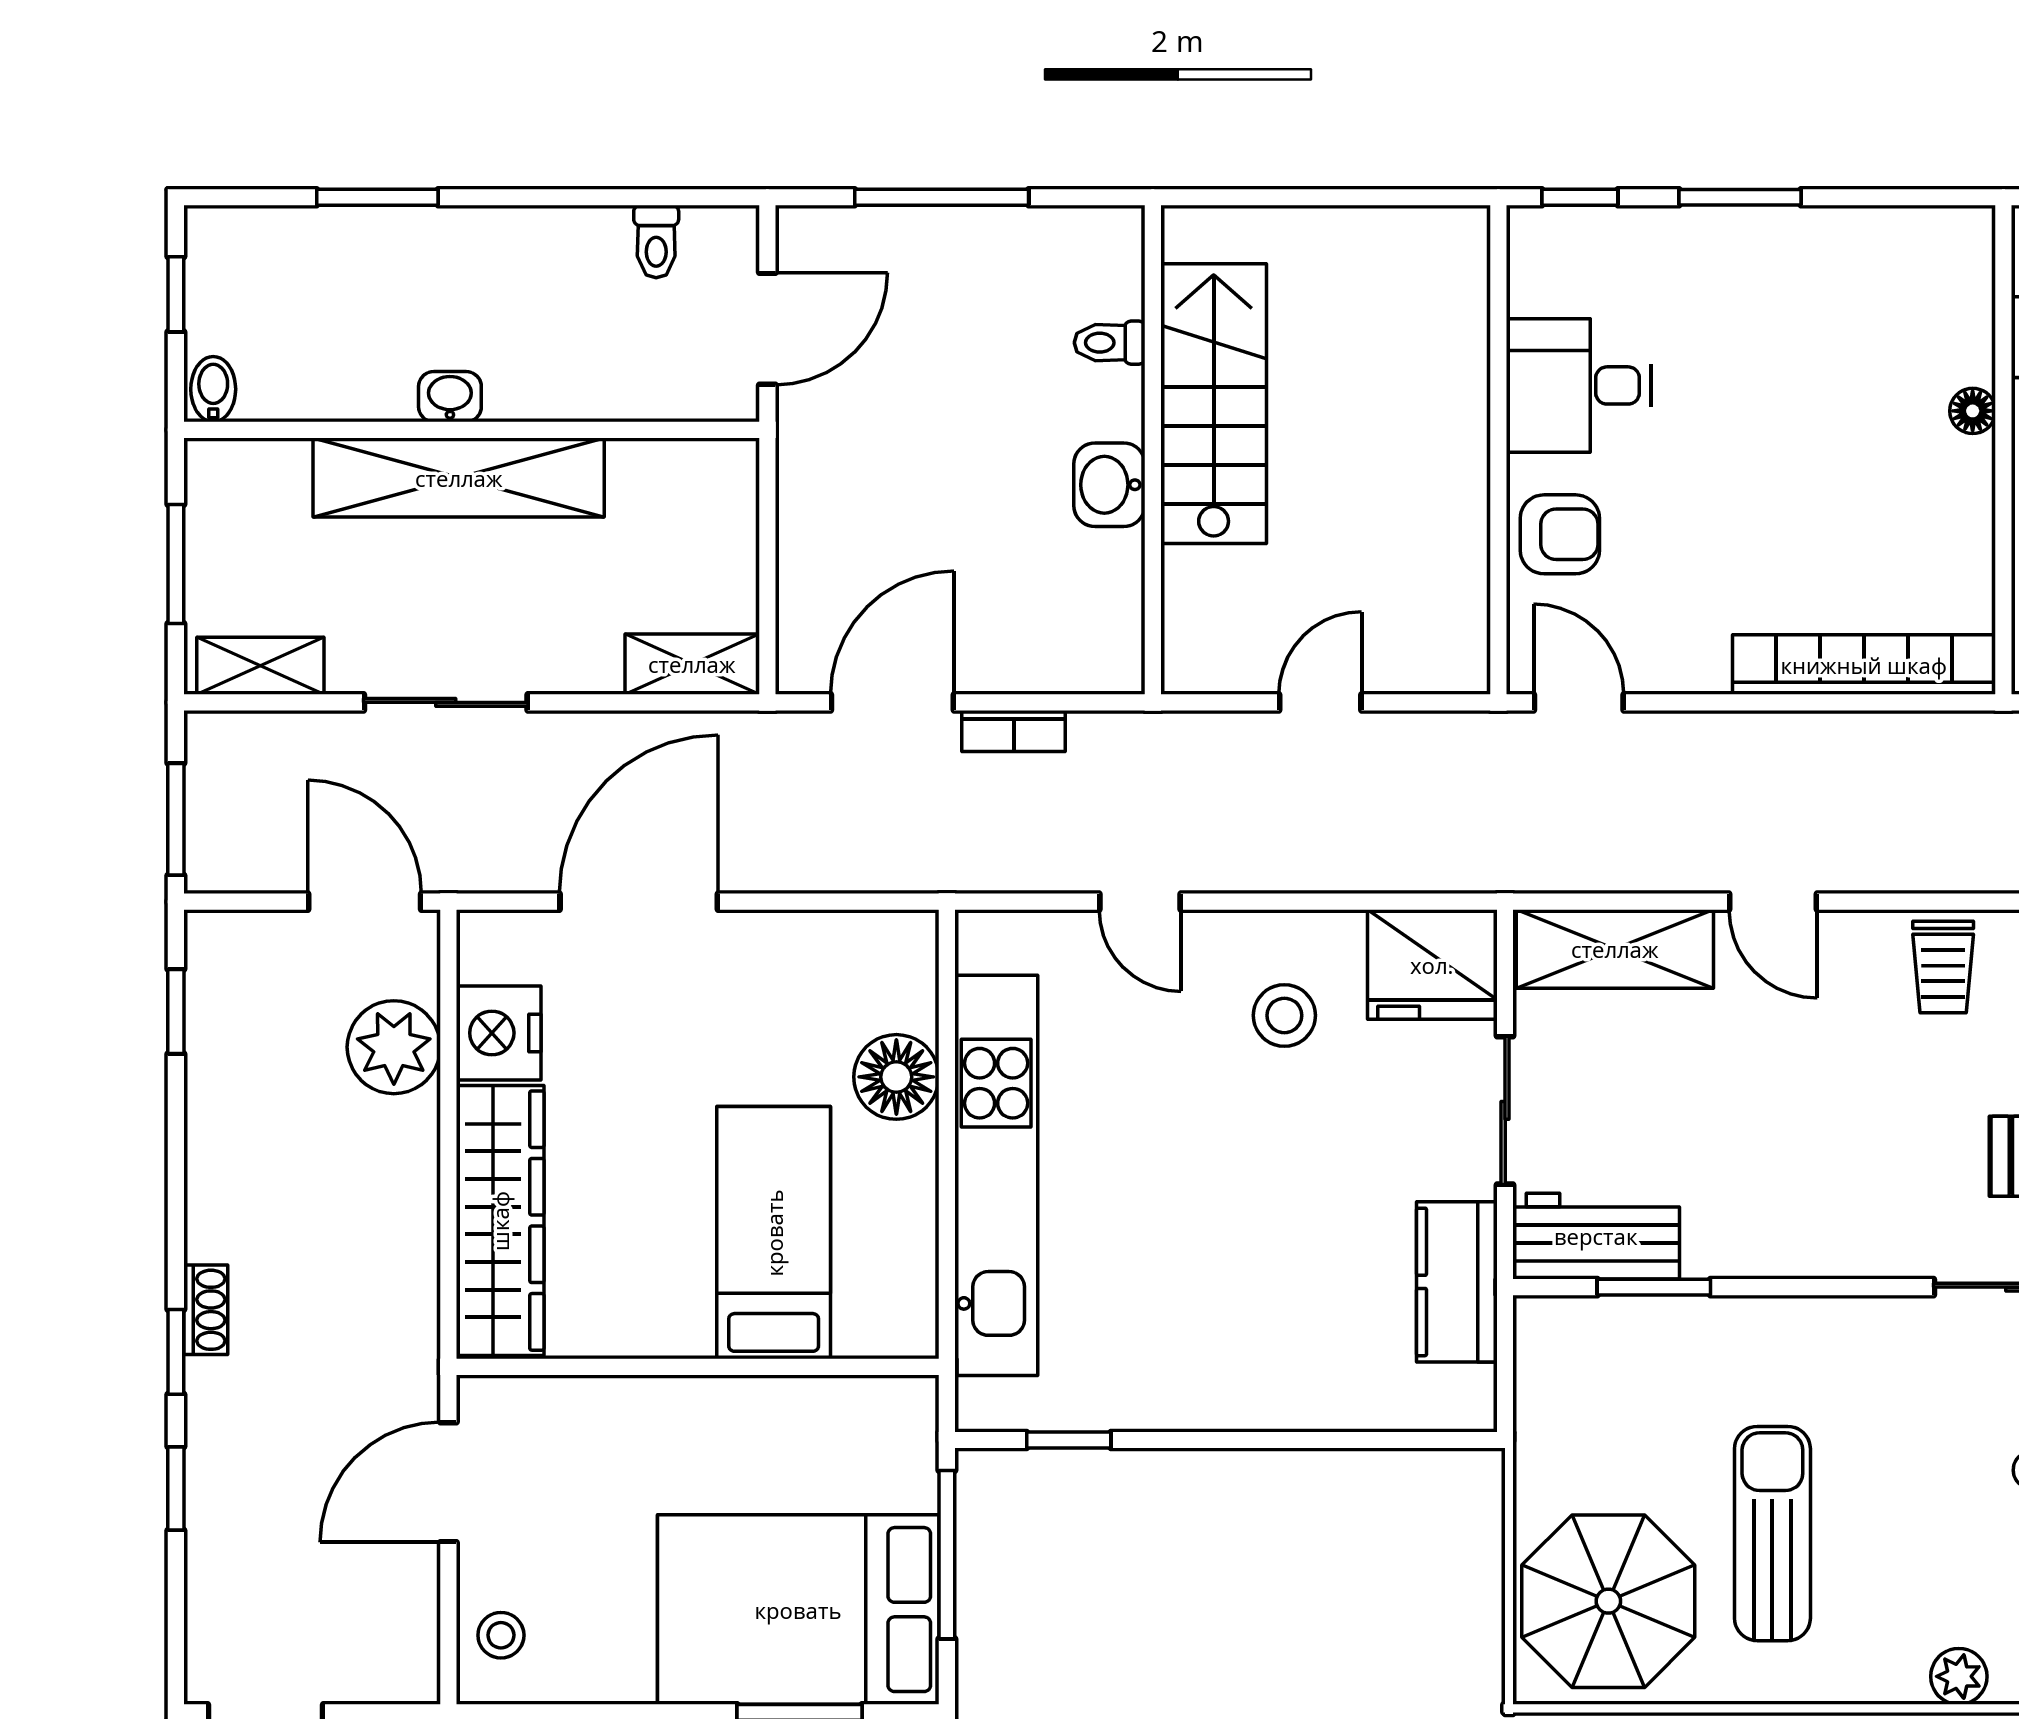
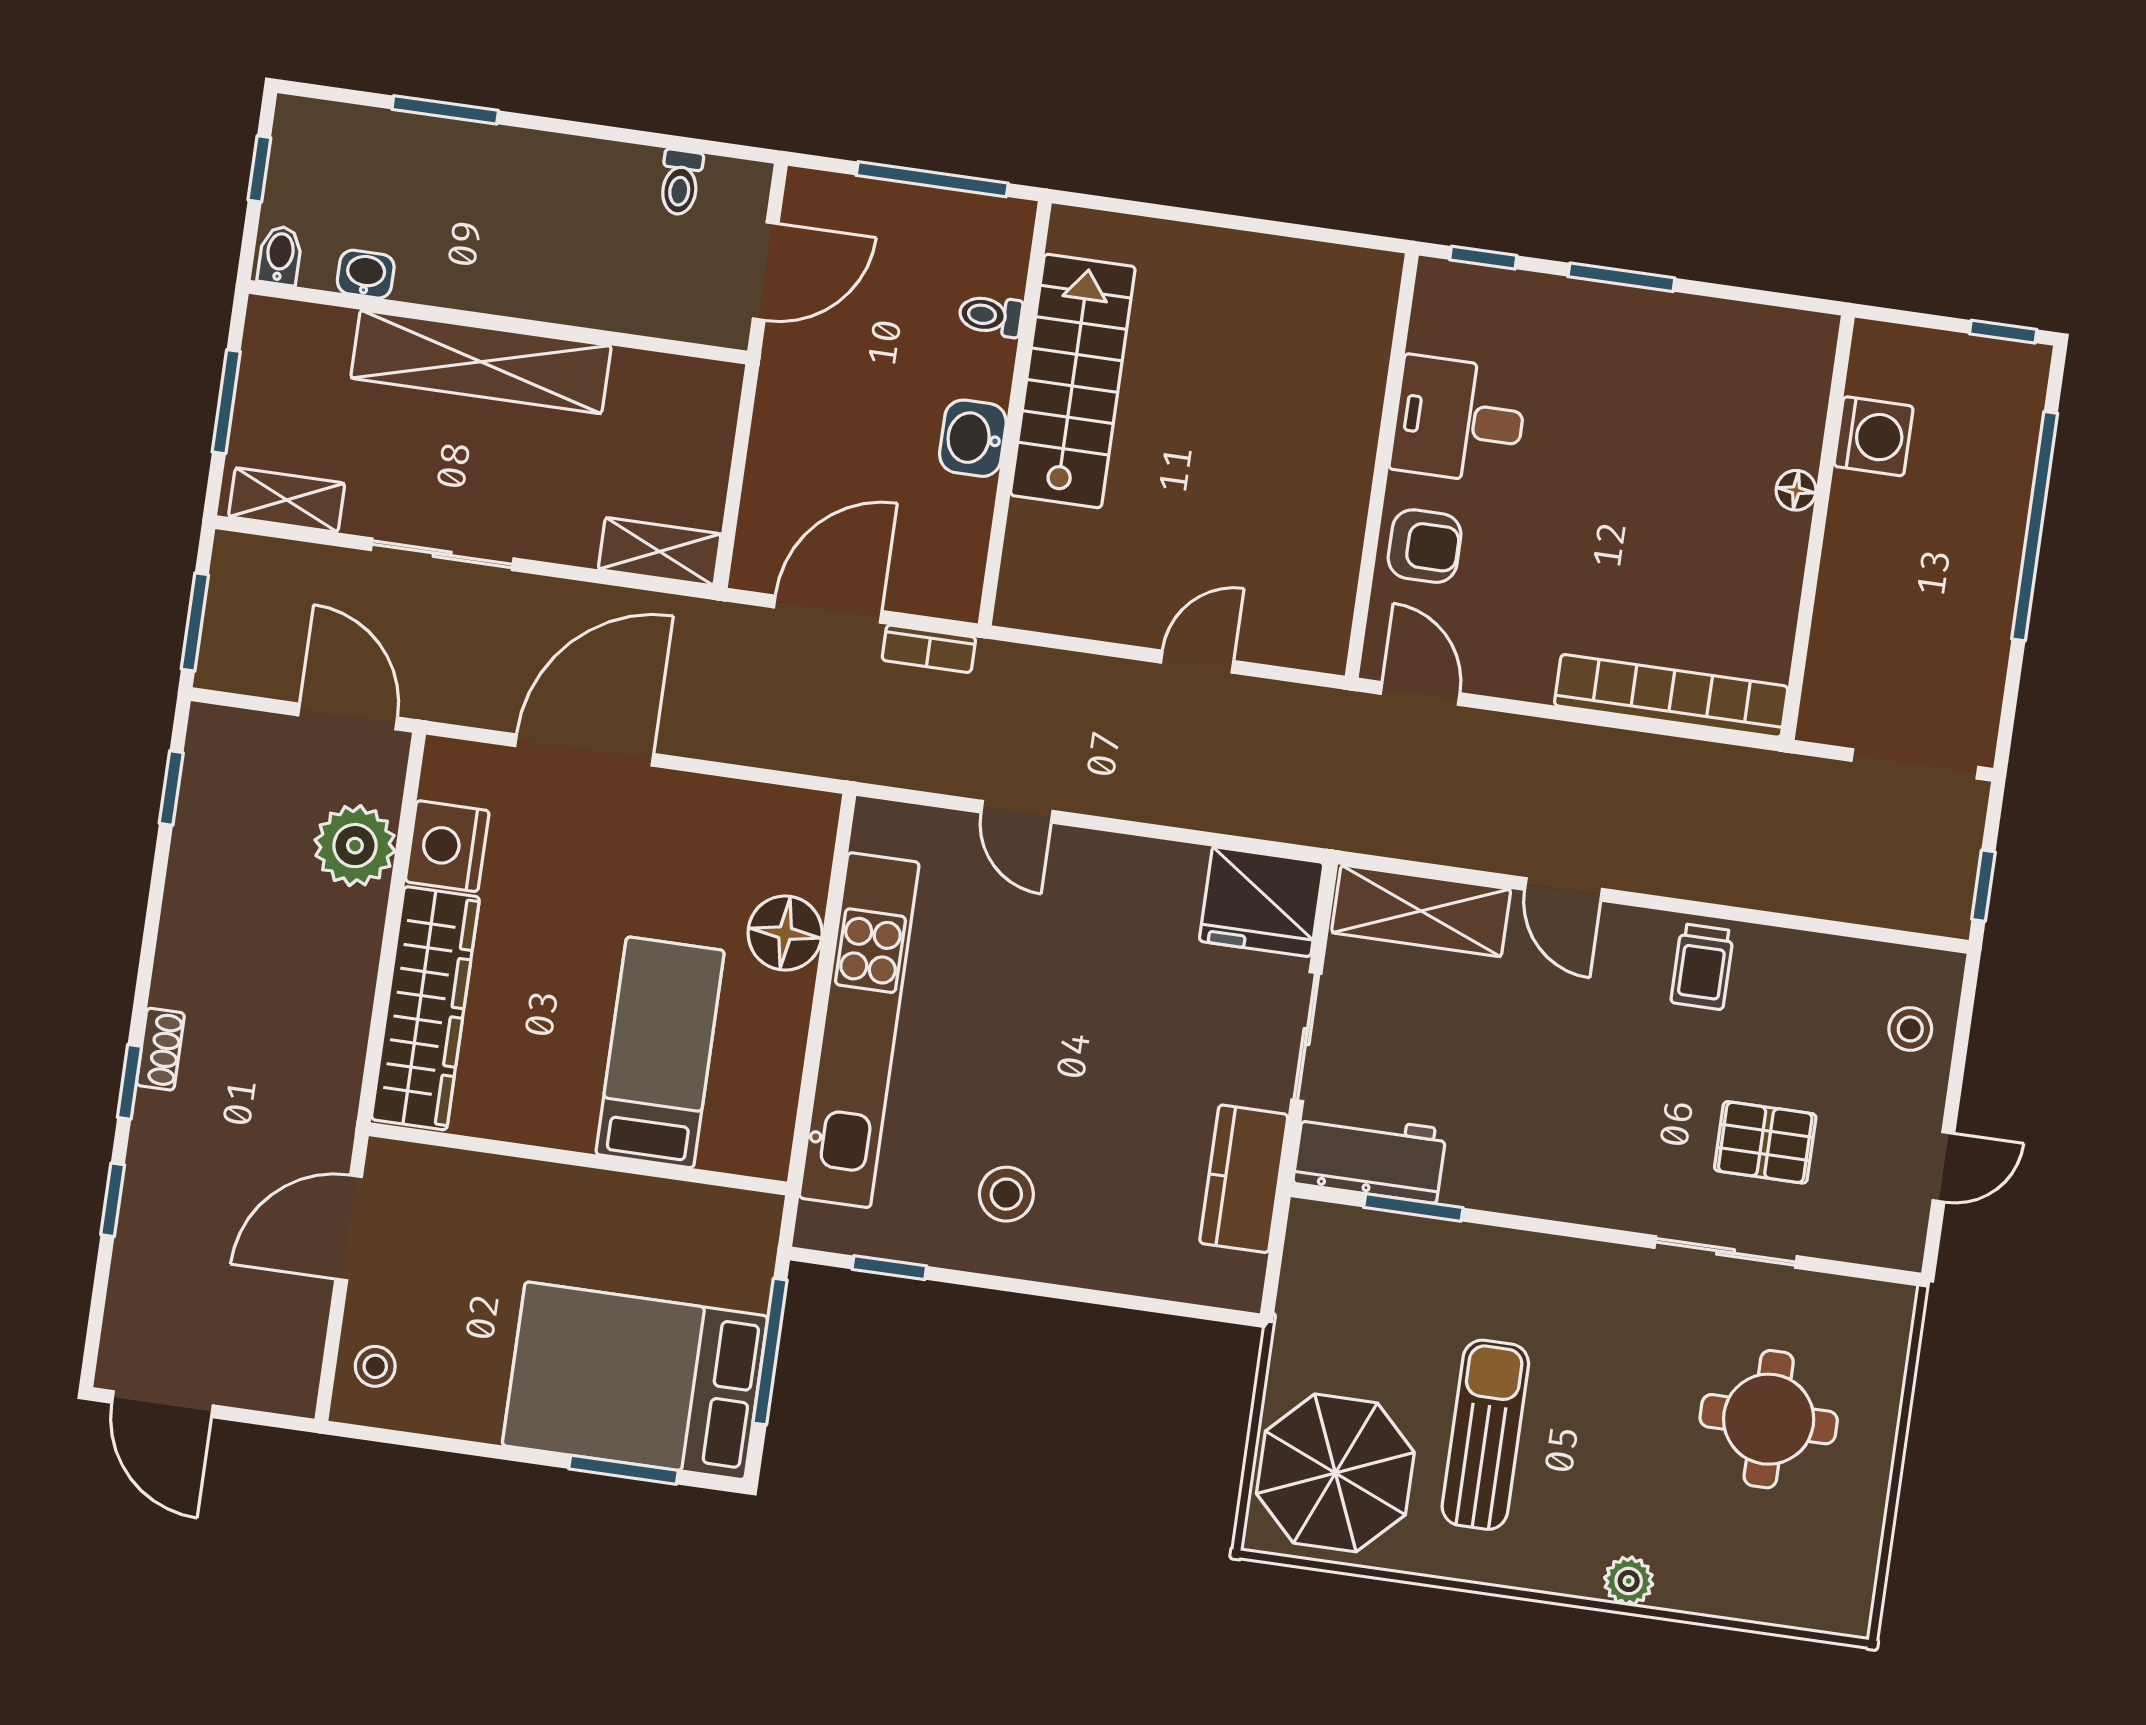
toilet: (1110, 343) -> (991, 316), moved
washbasin: (450, 397) -> (366, 274), moved
stairs: (1214, 404) -> (1073, 381), moved
wall: (1153, 450) -> (1015, 413), moved
washbasin: (1109, 485) -> (973, 438), moved
stool: (1284, 1015) -> (1006, 1194), moved

